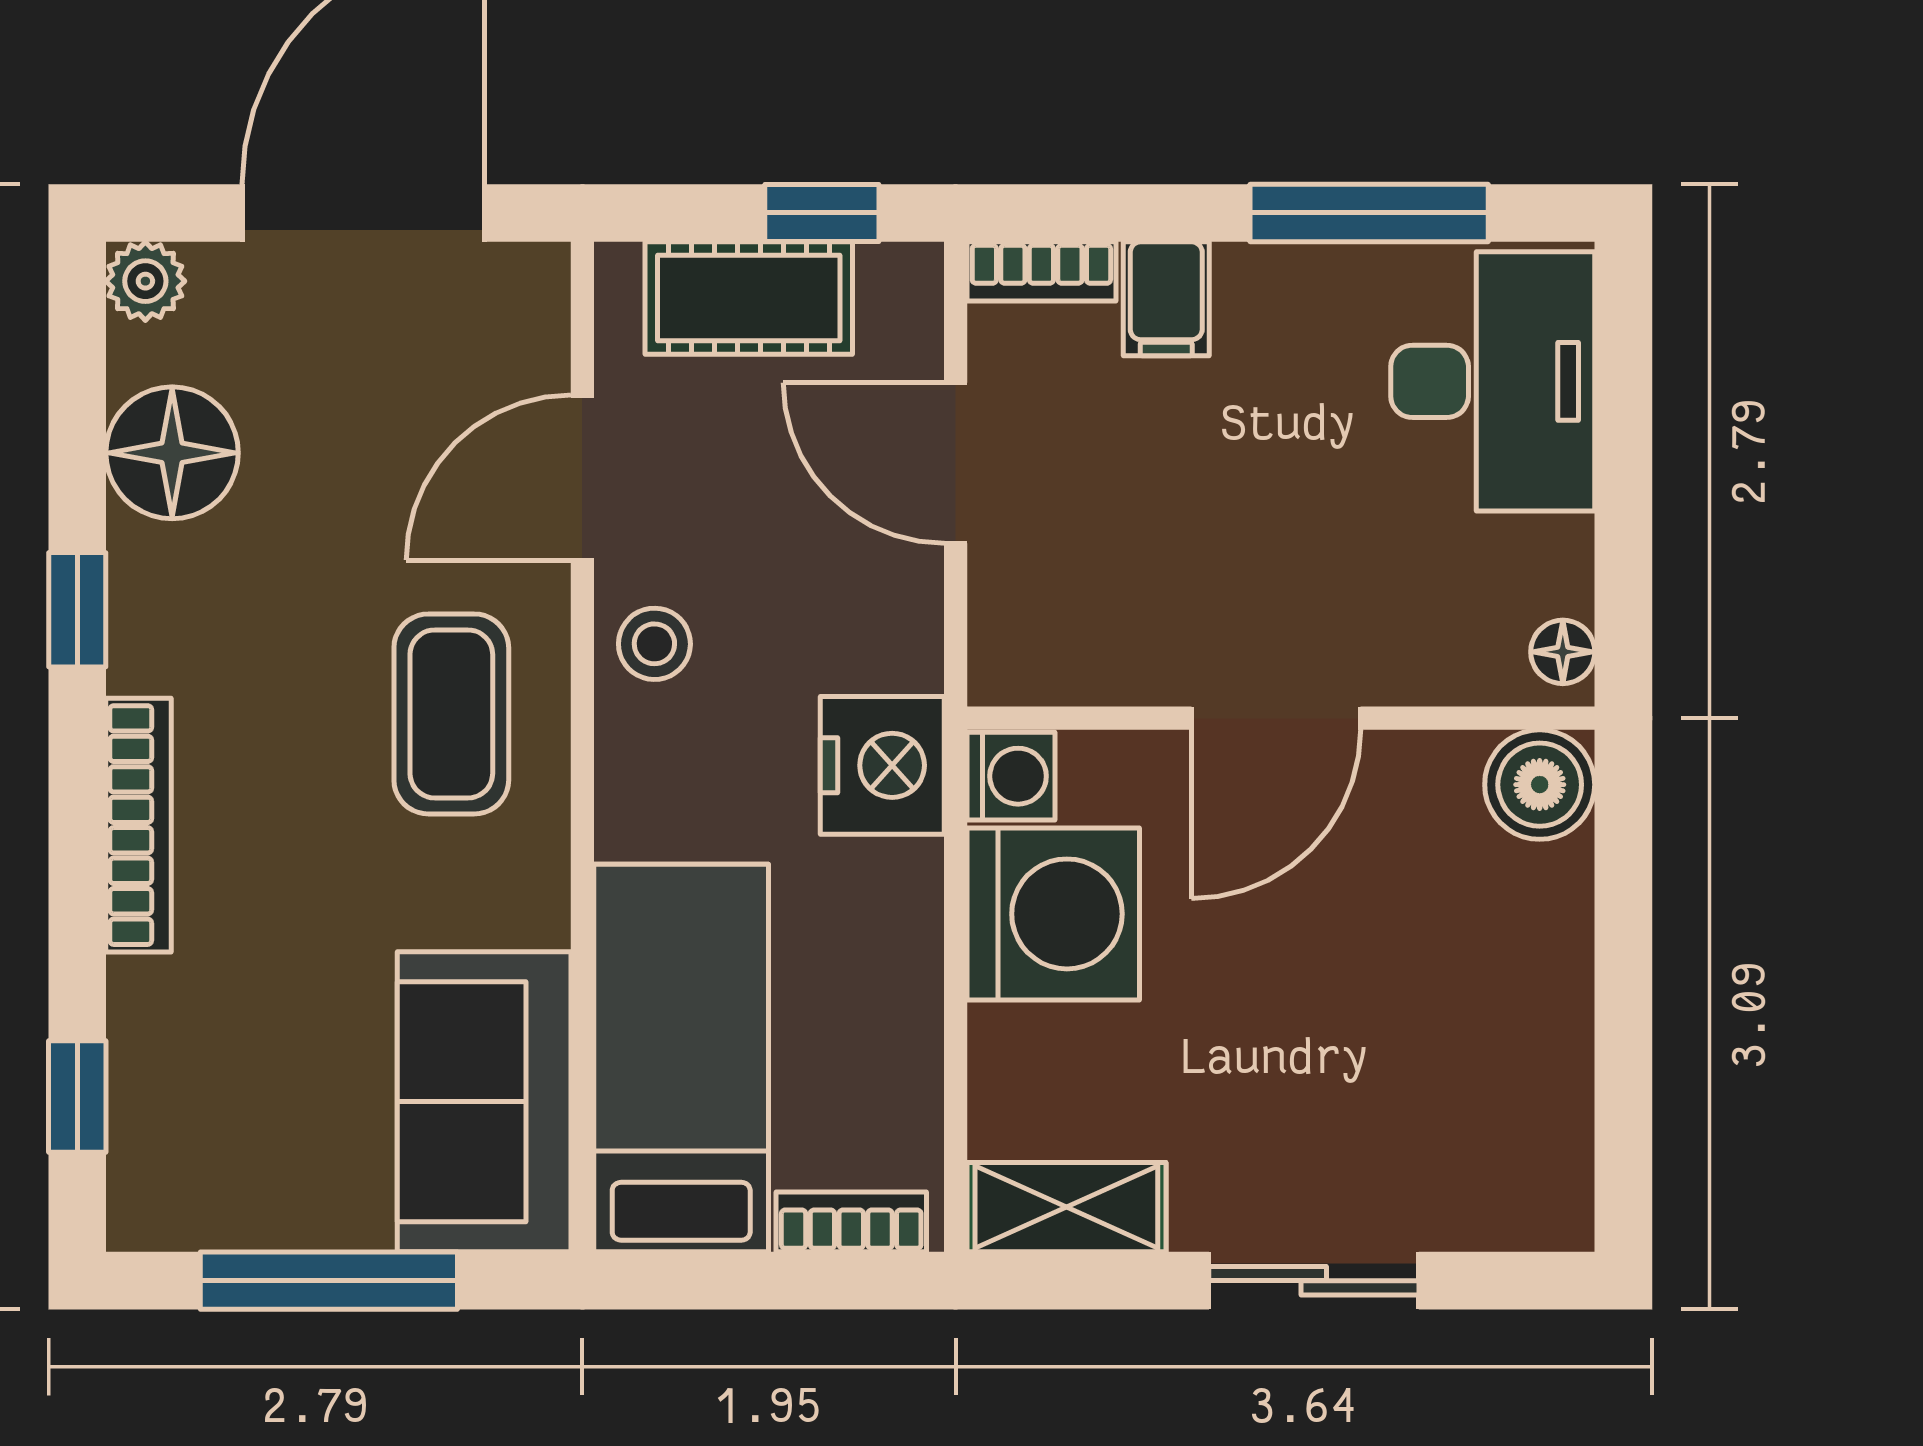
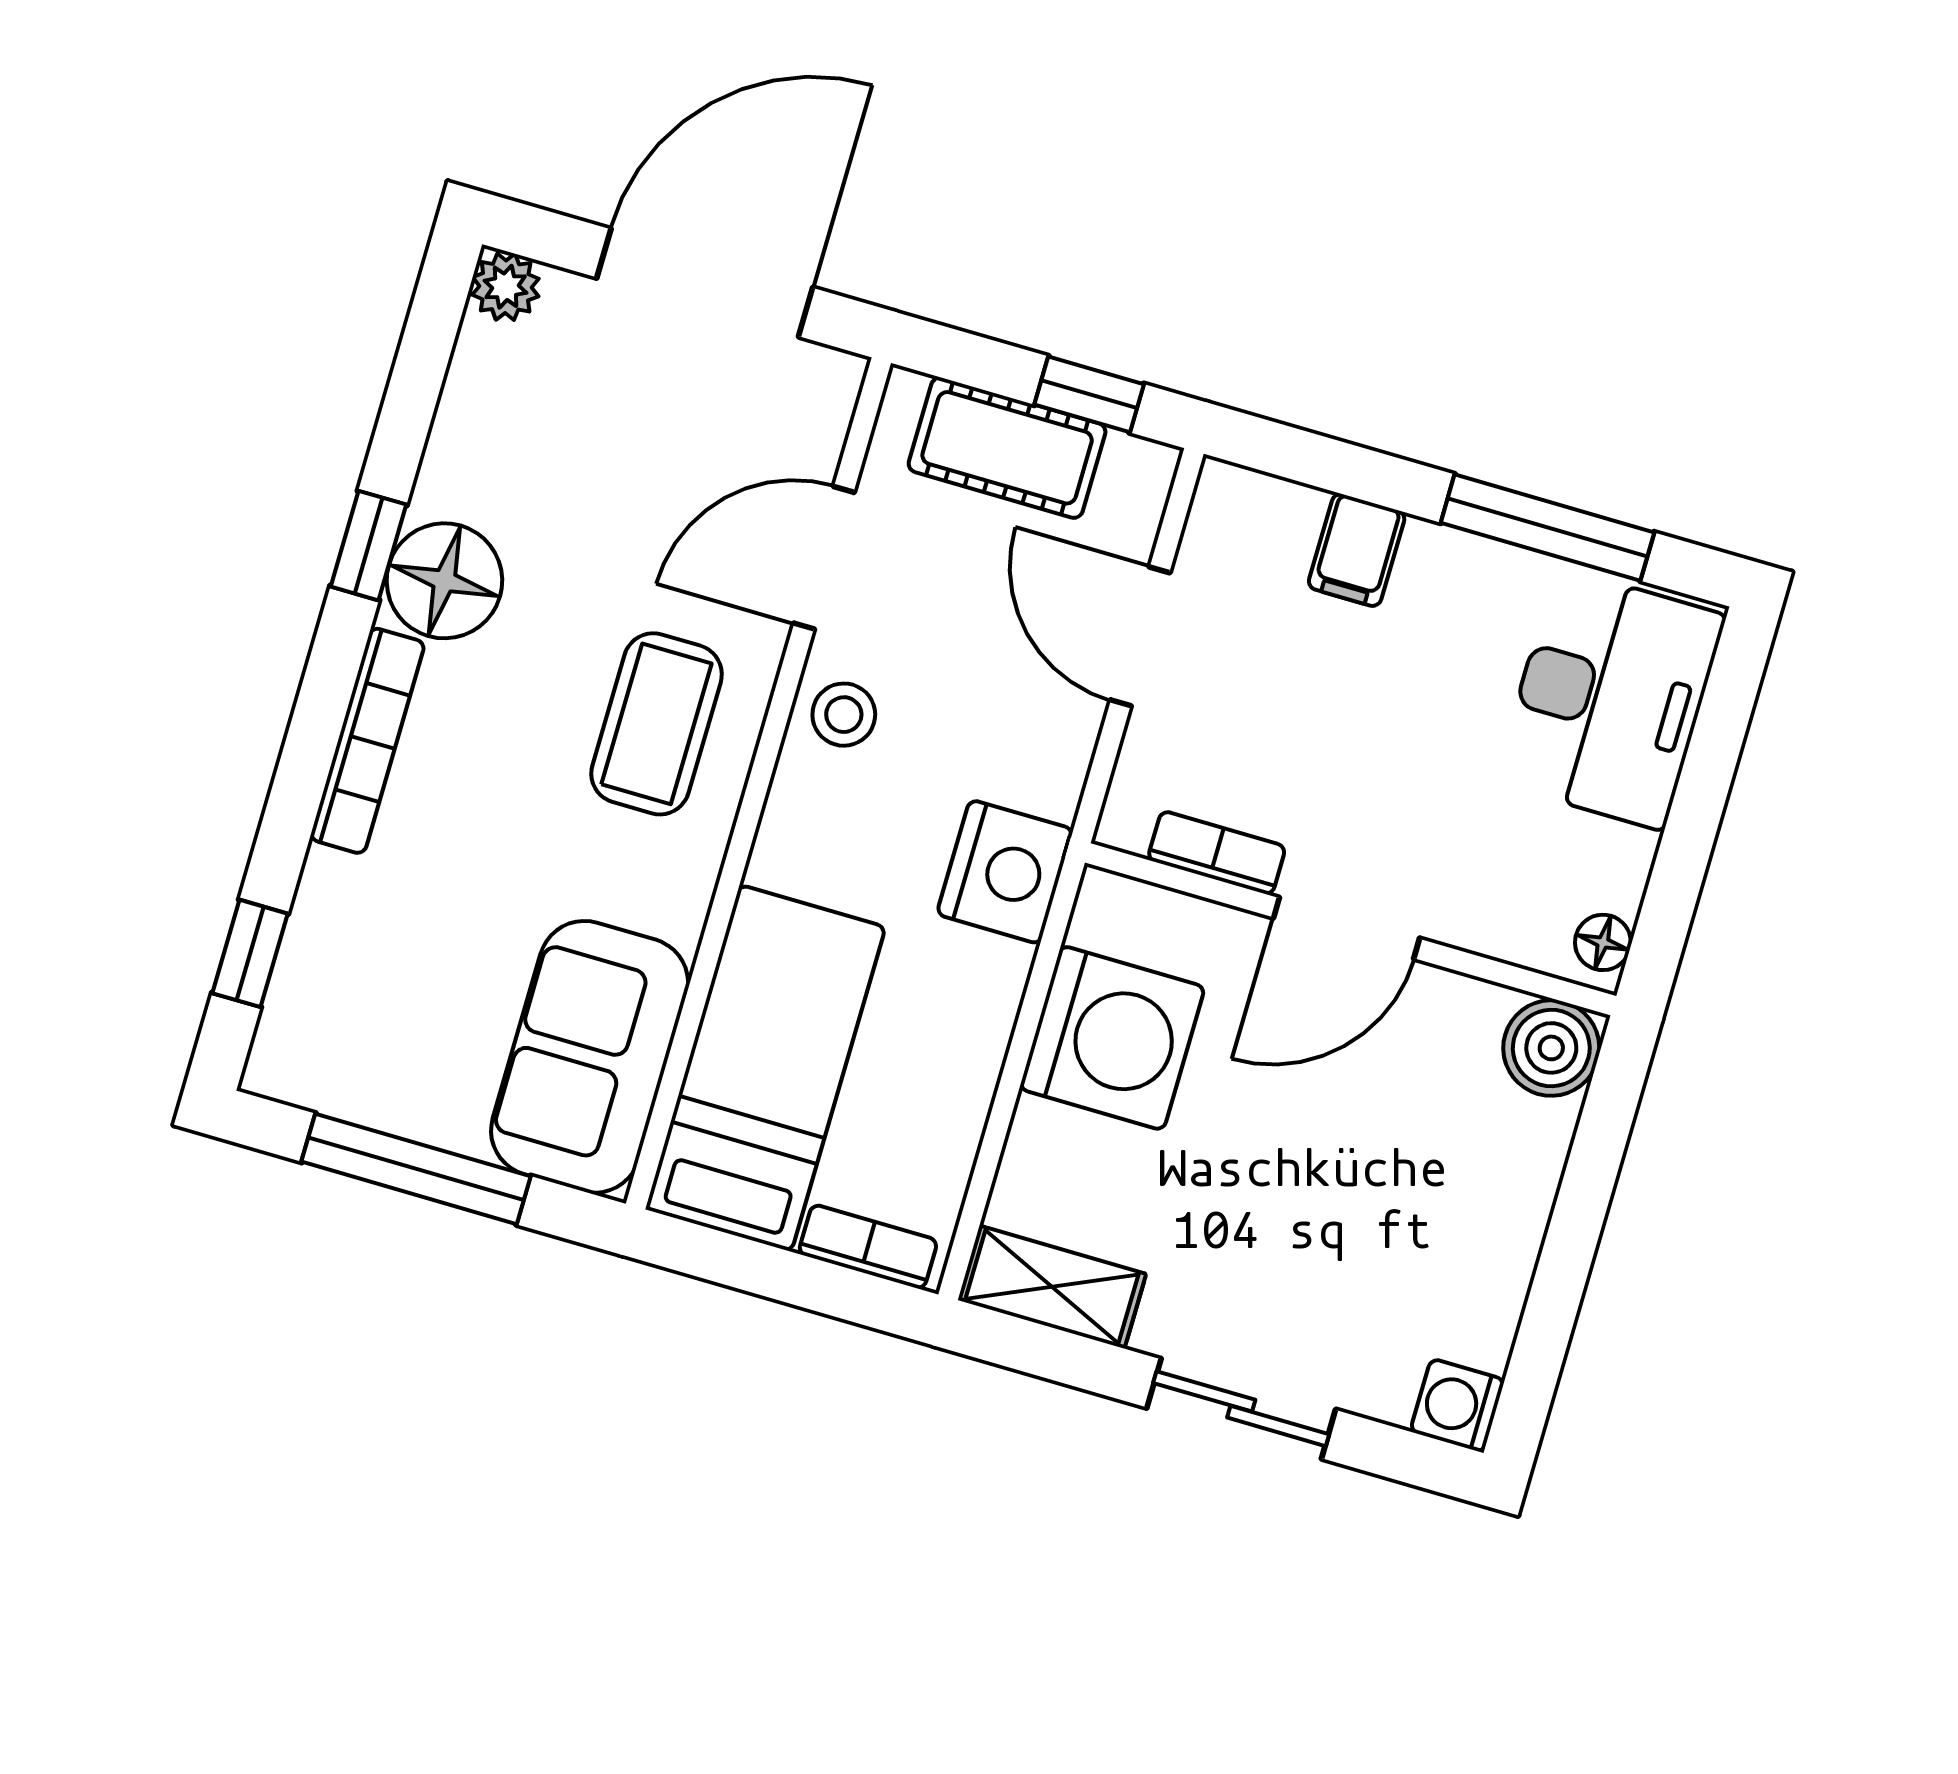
bookcase: (1041, 271) -> (1217, 853), moved, turned 180
floor lamp: (172, 453) -> (444, 581), moved
washing machine: (1011, 776) -> (1457, 1405), moved, turned 180

